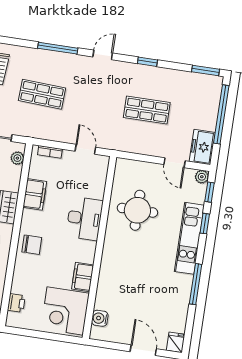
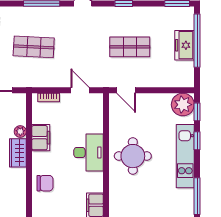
freezer: (202, 147) -> (185, 45), moved
plant: (17, 158) -> (20, 132), moved
door: (174, 163) -> (126, 90), moved
plant: (202, 177) -> (183, 105), width x1.87, depth x1.87
round table: (137, 210) -> (133, 156), moved

